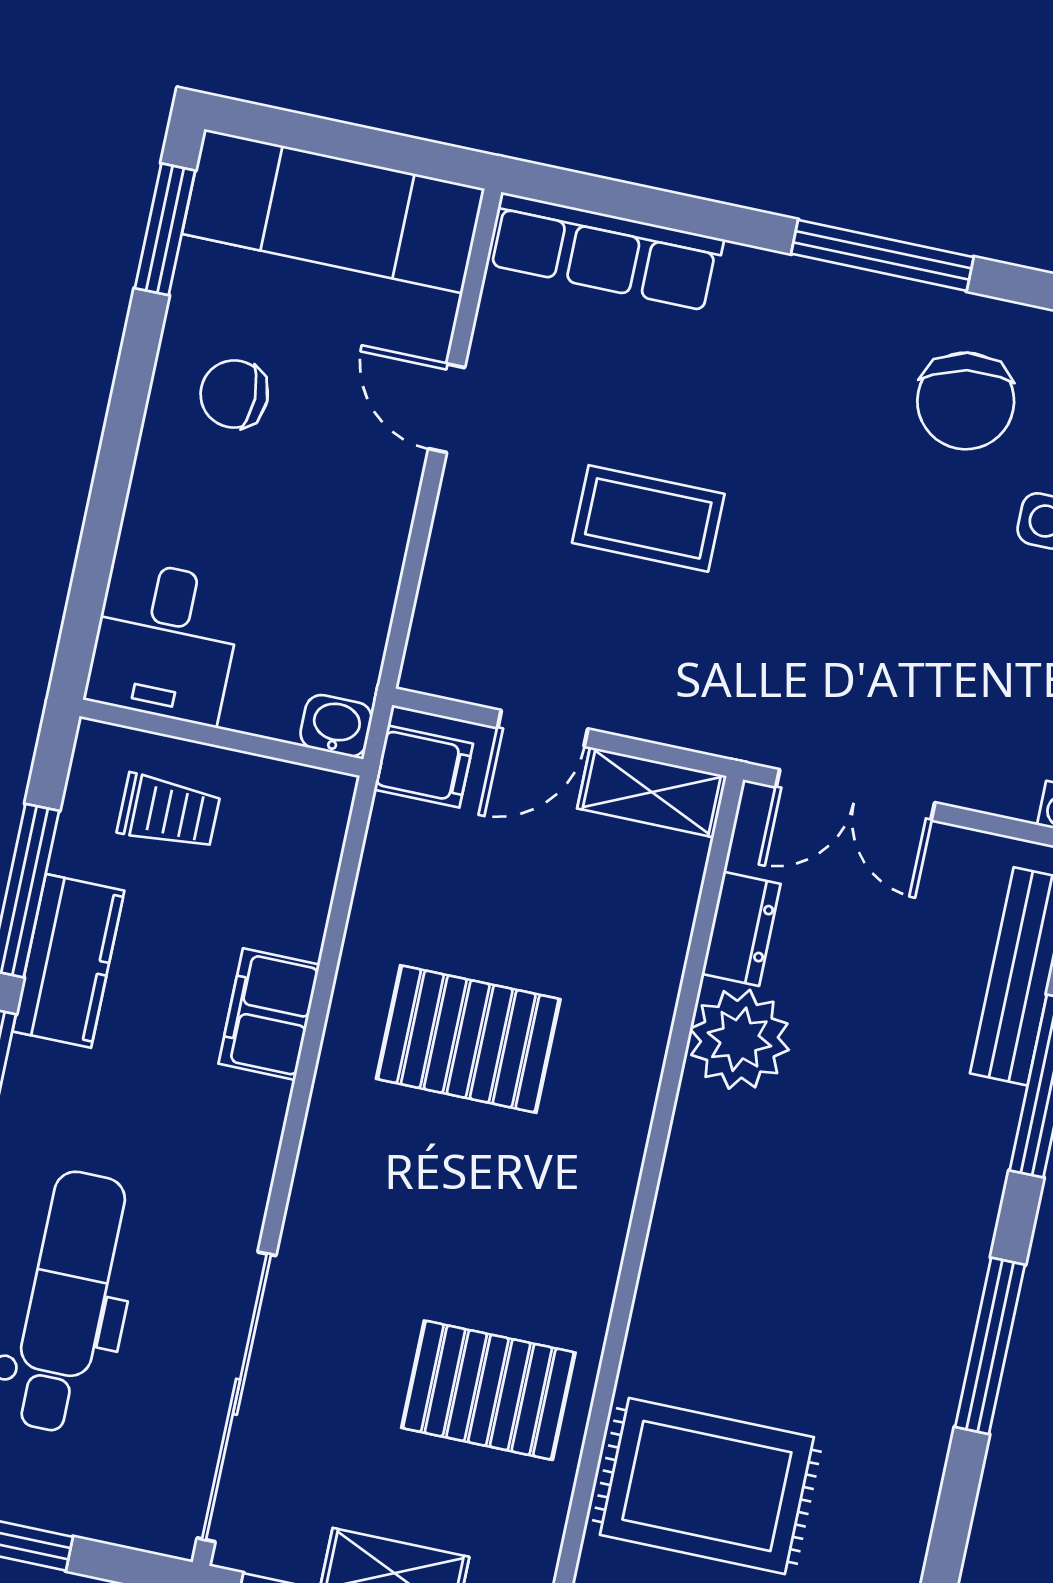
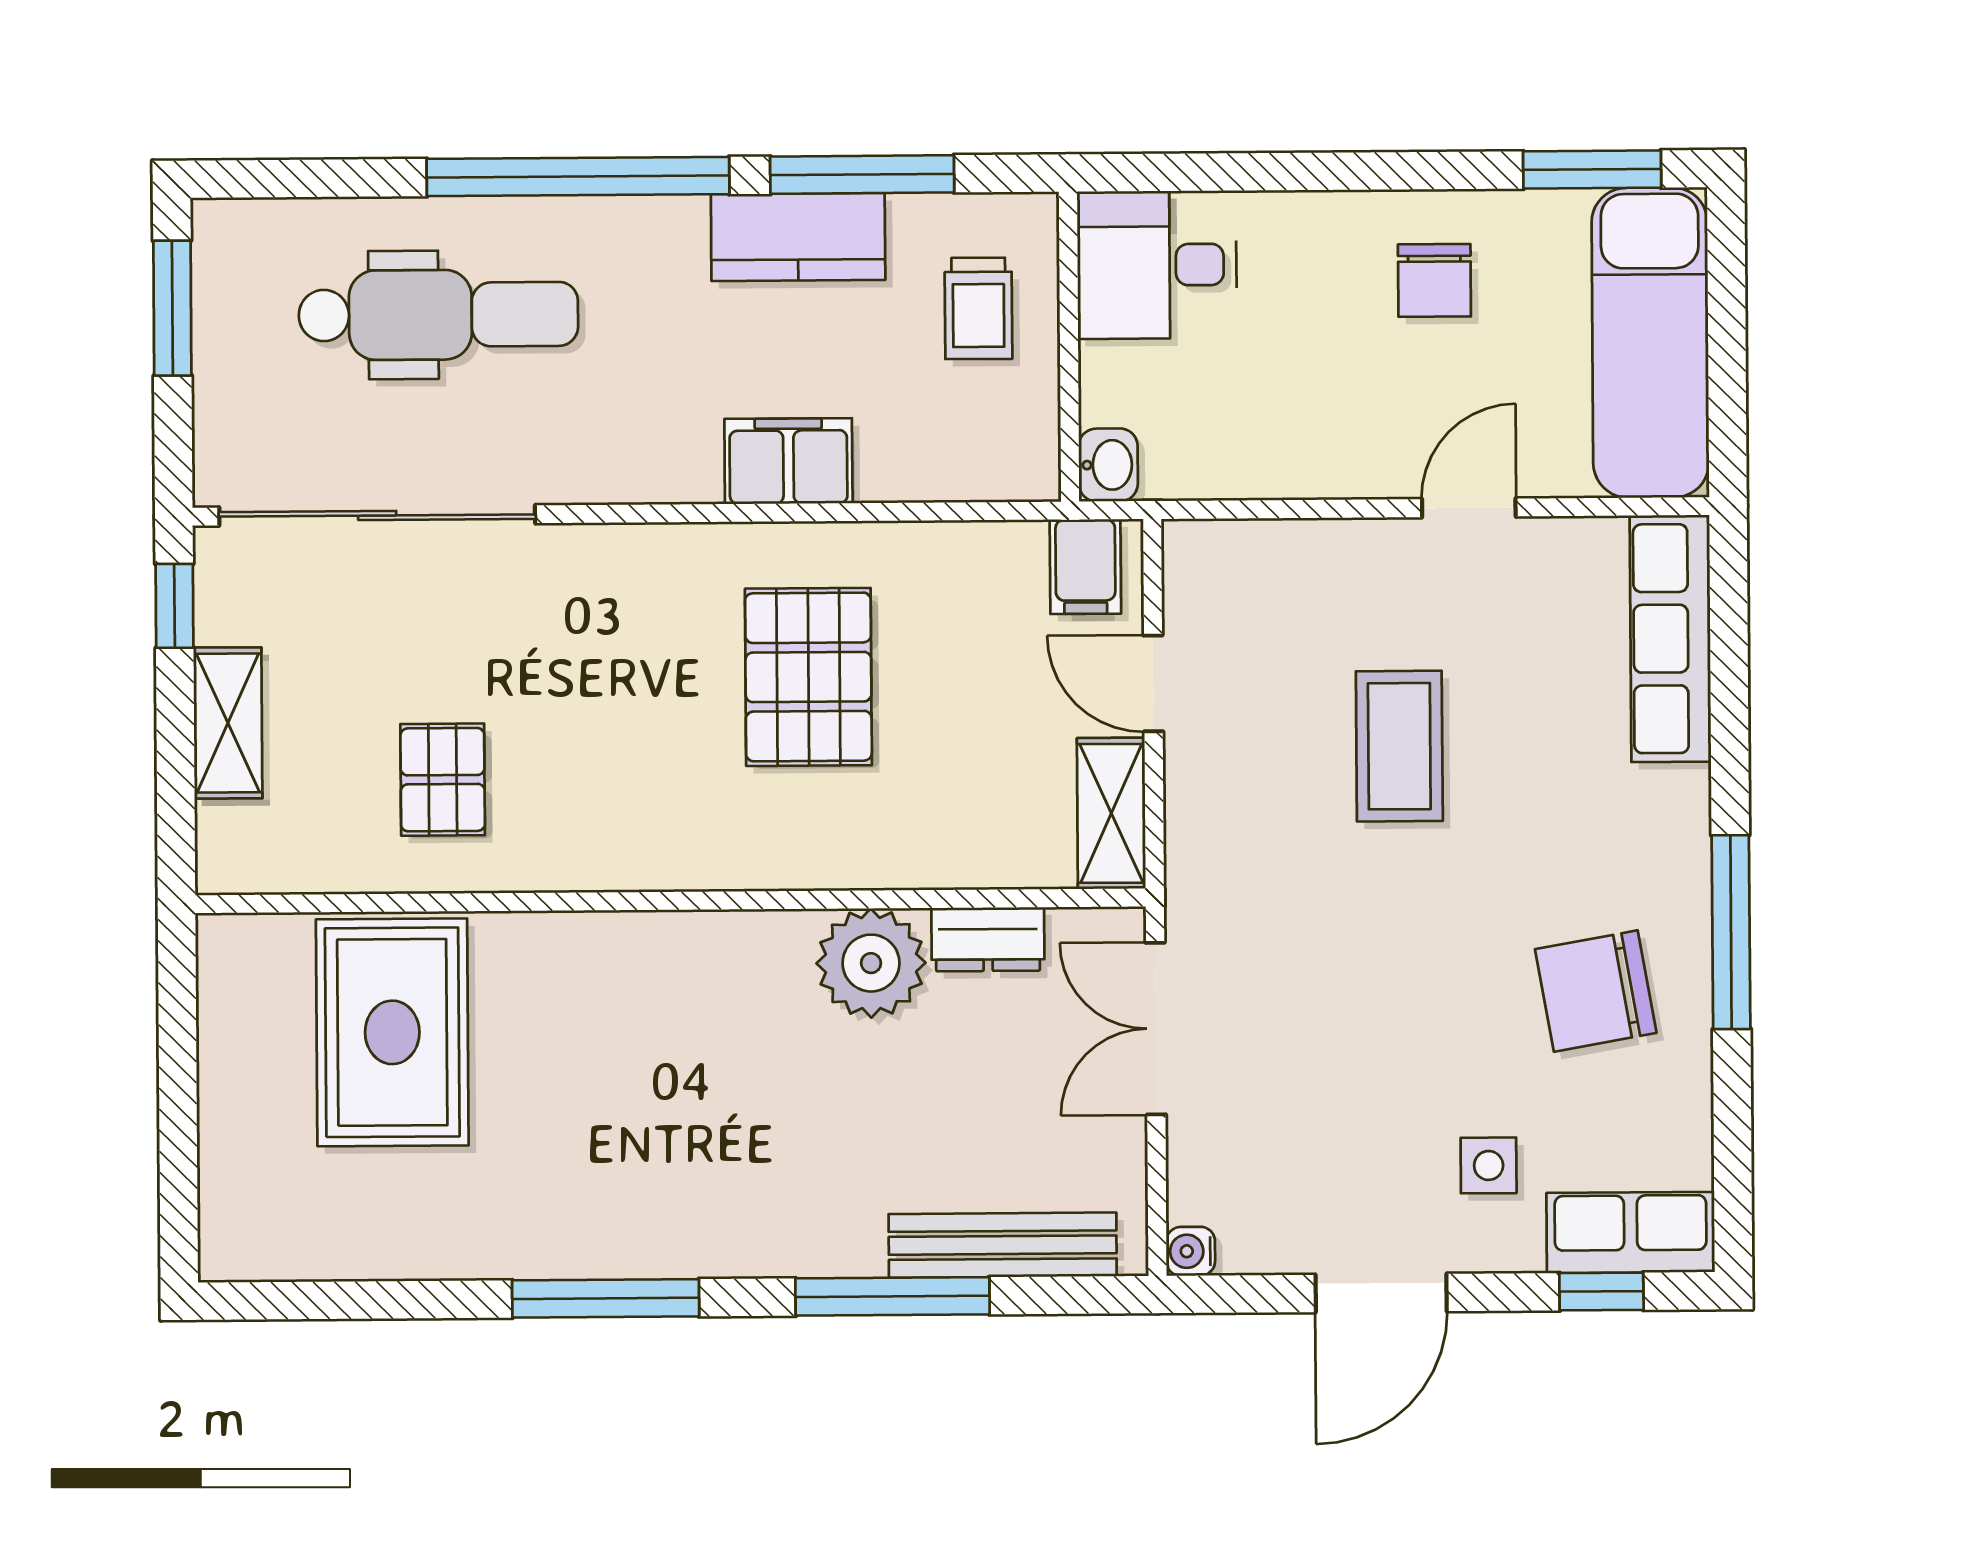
chair: (234, 394) -> (1434, 280), turned 180
chair: (966, 401) -> (1596, 991), moved
pallet: (488, 1390) -> (443, 780), width x0.67, depth x0.71

